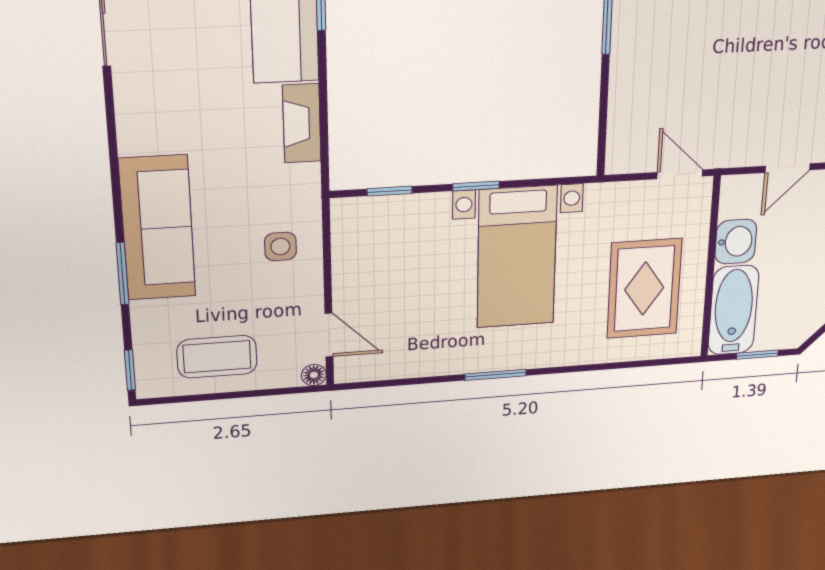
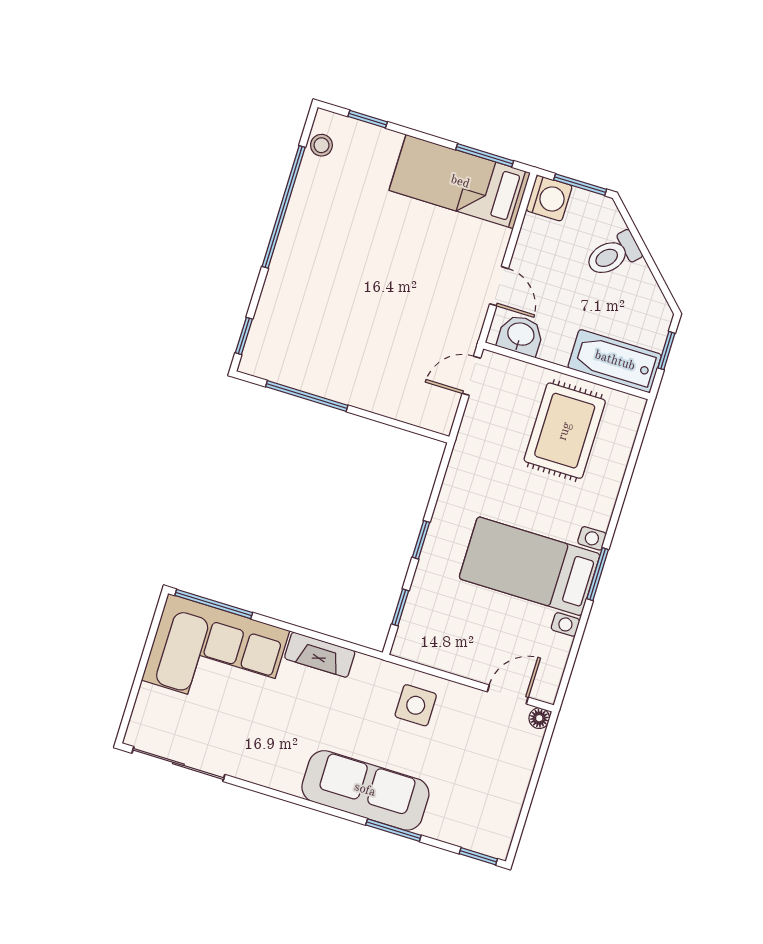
washbasin: (736, 242) -> (521, 335), moved
side table: (280, 246) -> (416, 705), width x1.37, depth x1.37
bed with nightstands: (517, 257) -> (530, 566), moved, turned 180
rug: (644, 289) -> (565, 431), turned 90
coffee table: (217, 357) -> (493, 787), removed

